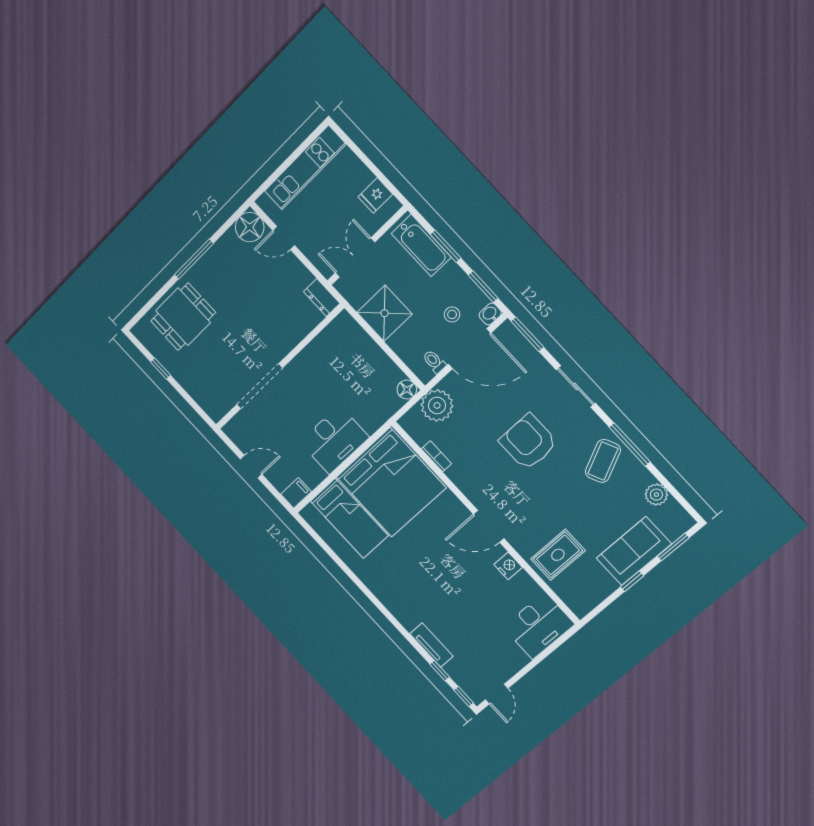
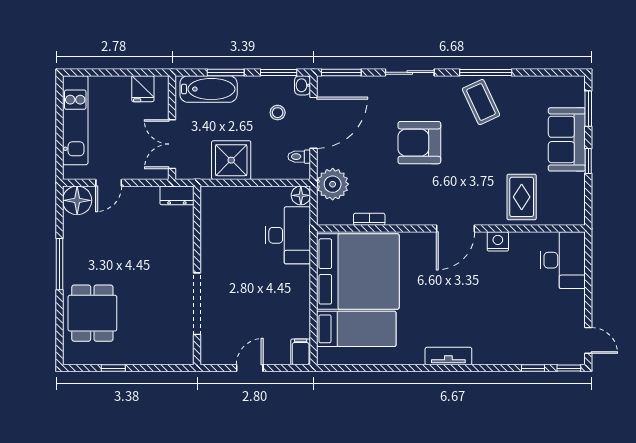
desk: (334, 440) -> (288, 235), moved
plant: (656, 495) -> (539, 86), removed
tv unit: (431, 645) -> (448, 356), moved

